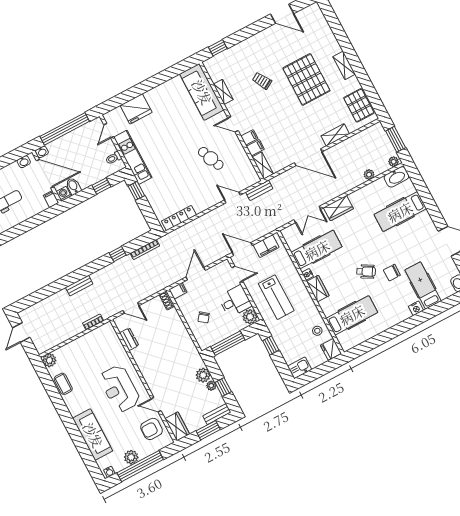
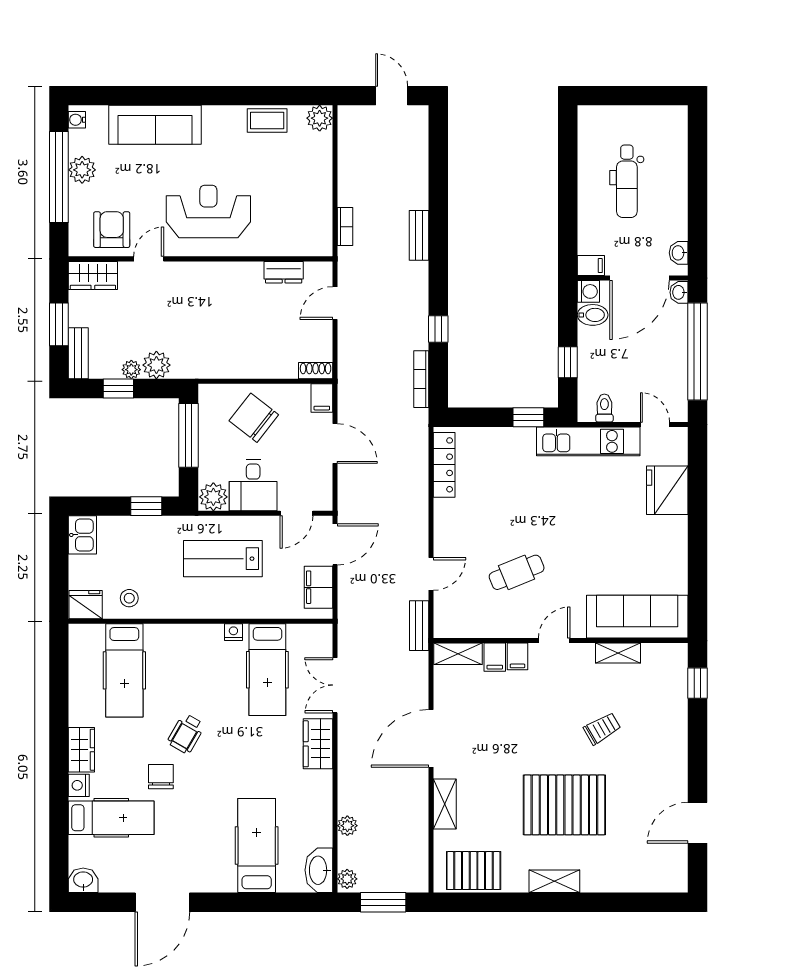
wardrobe: (318, 289) -> (81, 750), moved, turned -90
chair: (204, 317) -> (254, 418), width x1.87, depth x1.87

